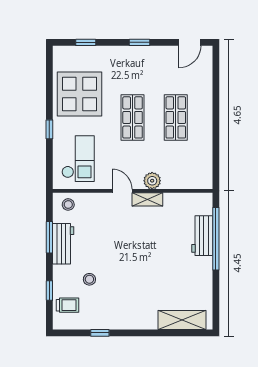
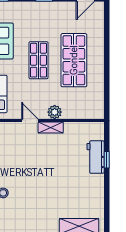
shop shelf: (176, 117) -> (74, 60), width x1.43, depth x1.36
window: (216, 239) -> (107, 160), width x0.32

